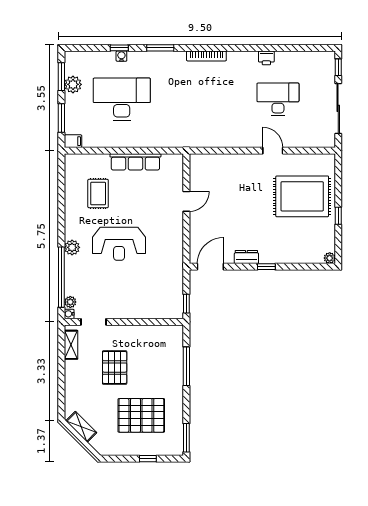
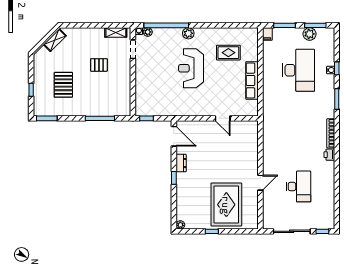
printer: (266, 58) -> (329, 155), moved
pallet: (115, 368) -> (99, 65), width x0.67, depth x0.71
pallet: (141, 415) -> (63, 85), width x0.73, depth x0.71

